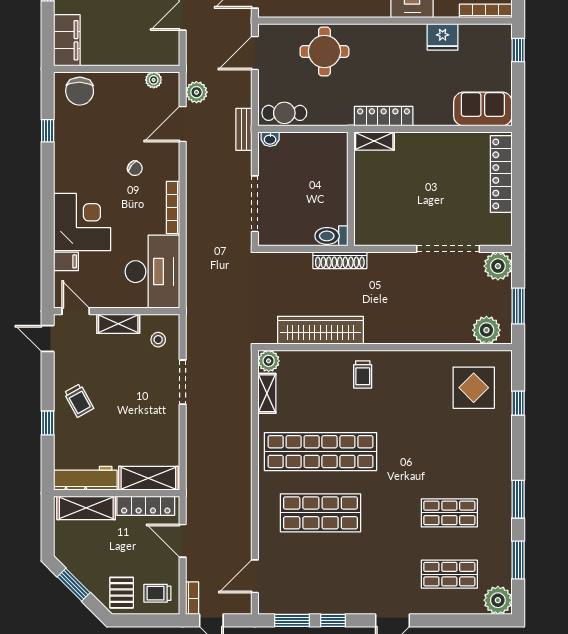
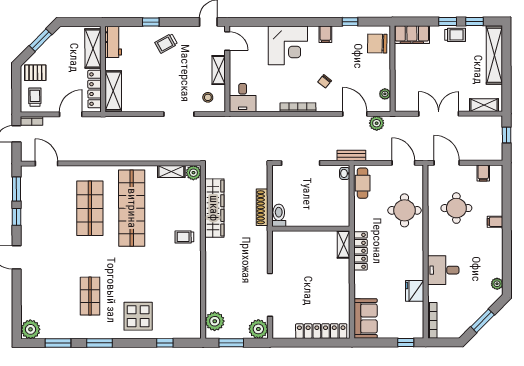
shoe rack: (340, 260) -> (262, 207), moved
filing cabinet: (66, 261) -> (325, 34), moved
desk: (152, 272) -> (243, 98), width x0.53, depth x0.77
door: (76, 311) -> (227, 41), hinge flipped
display table: (474, 388) -> (138, 316), moved
workbench: (85, 478) -> (113, 42), width x0.73
shop shelf: (449, 574) -> (48, 296), removed

